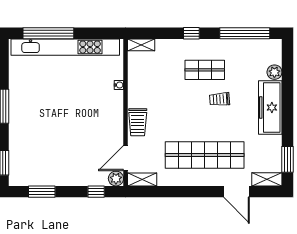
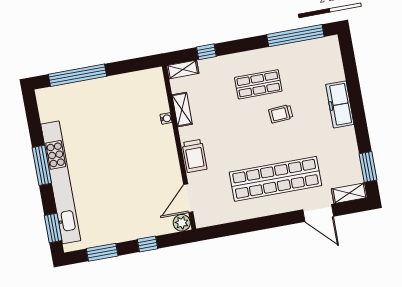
window: (191, 33) -> (206, 52), moved
kitchen unit: (65, 47) -> (61, 182), moved, turned -90
plant: (274, 72) -> (336, 73), removed
freezer: (270, 108) -> (340, 104), width x0.73, depth x0.79
shelving: (142, 180) -> (182, 110), moved, turned 90
window: (96, 192) -> (147, 244), moved

